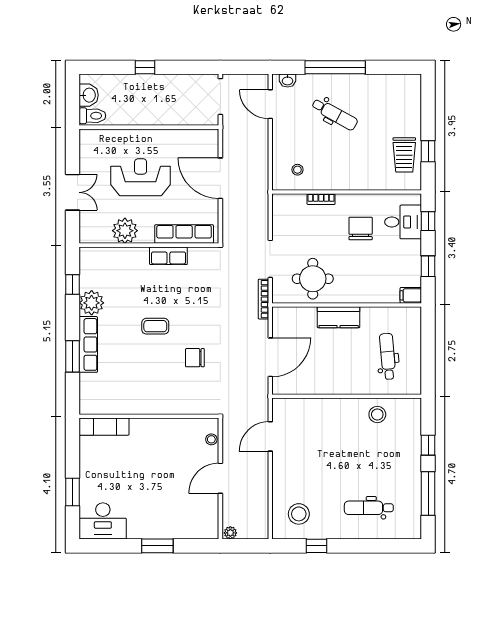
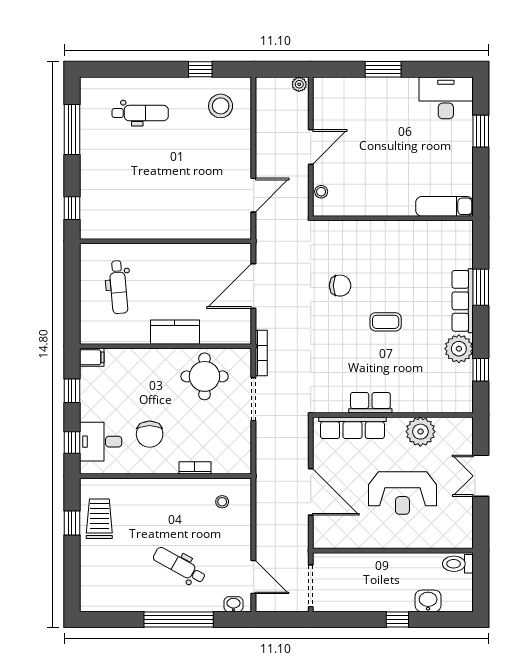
washbasin: (89, 95) -> (428, 601), moved, turned 90
stool: (377, 414) -> (130, 220), removed
window: (428, 445) -> (72, 208), moved

